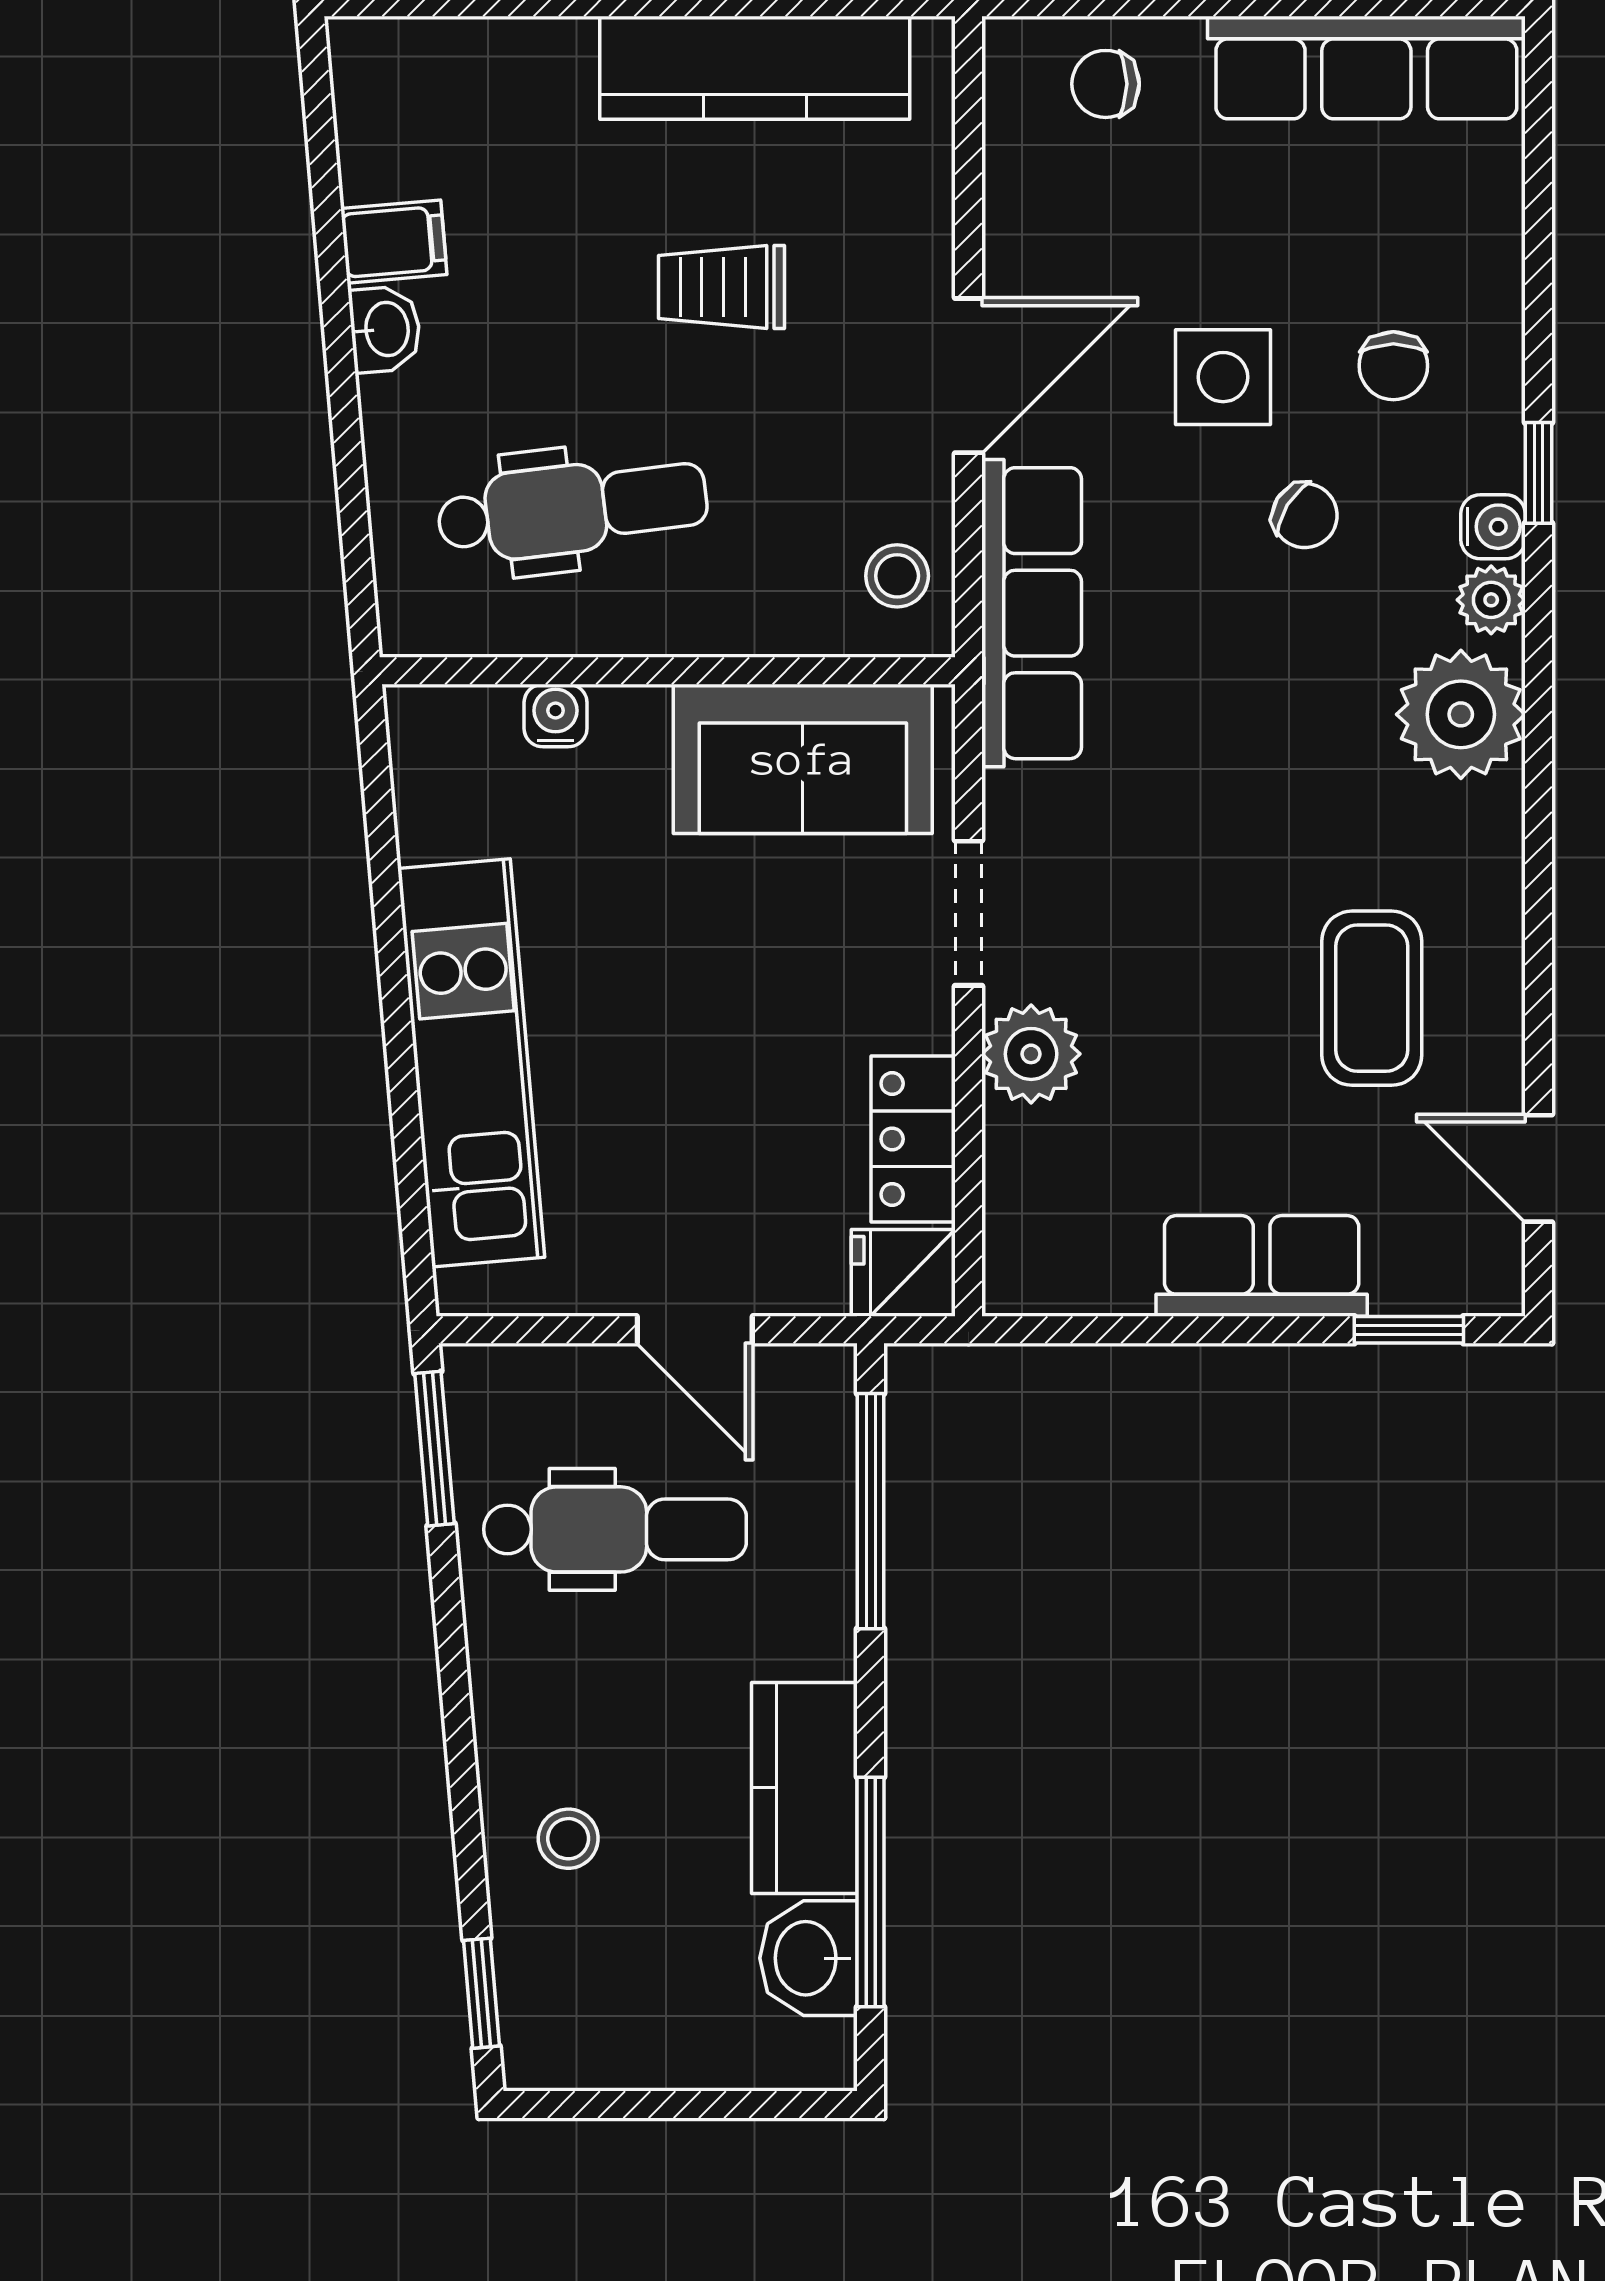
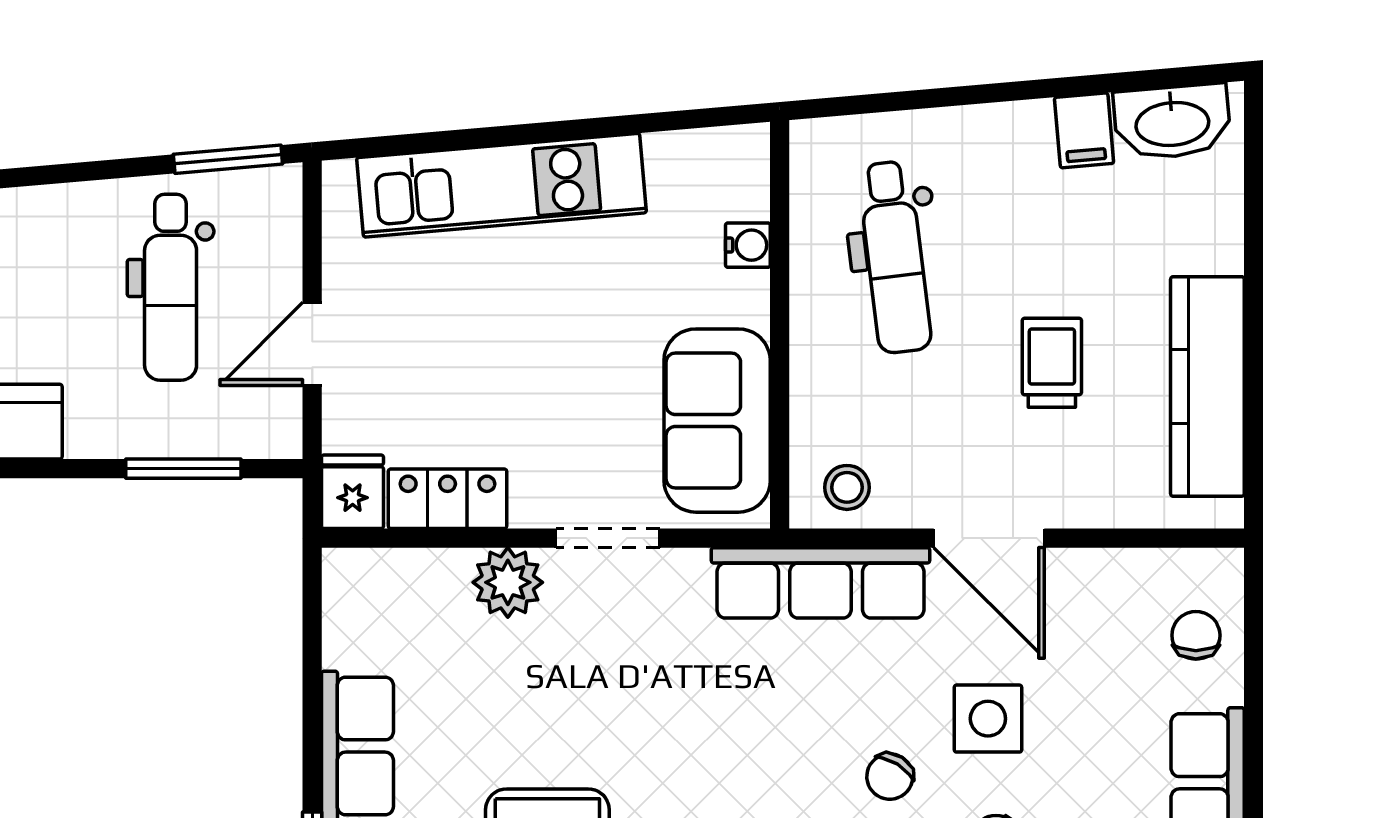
washbasin: (385, 329) -> (1172, 122), moved, width x1.91, depth x1.45
window: (871, 1511) -> (183, 469), width x0.69

